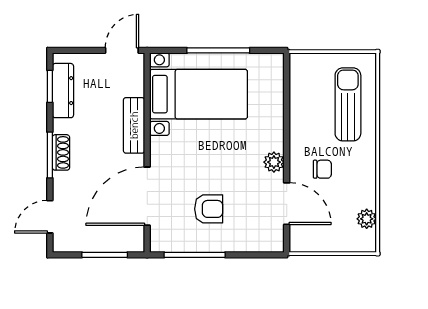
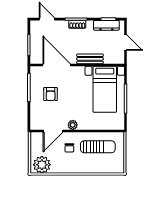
door: (122, 50) -> (125, 43), moved
sun lounger: (348, 104) -> (98, 147), moved
plant: (367, 219) -> (42, 165), width x1.88, depth x1.88

